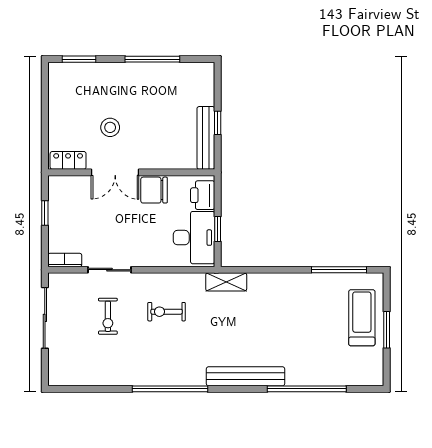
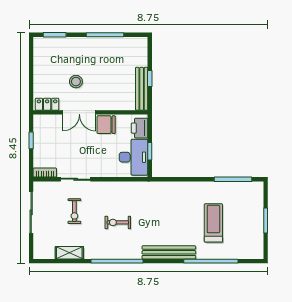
shelving: (226, 282) -> (69, 253), moved
exercise bike: (167, 312) -> (118, 222), moved
treadmill: (362, 318) -> (213, 223), moved

